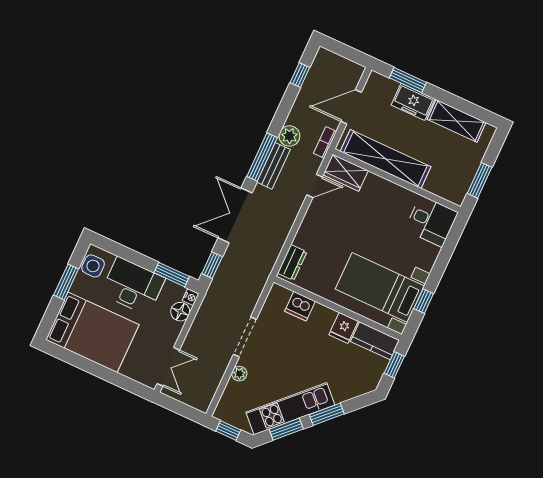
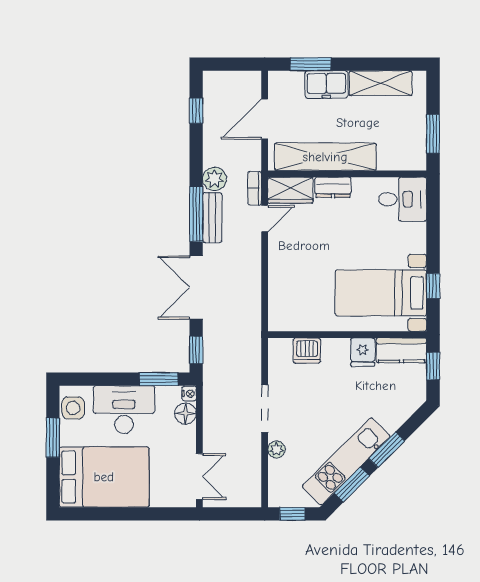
bookcase: (325, 142) -> (255, 188), moved
dresser: (292, 263) -> (333, 187), moved, turned 90

